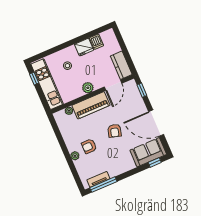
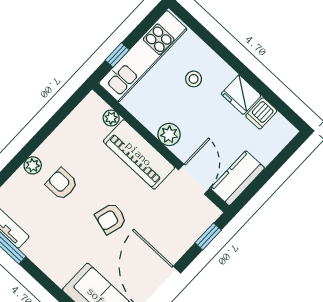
window: (34, 79) -> (117, 55), moved
door: (113, 85) -> (194, 179), swing flipped

